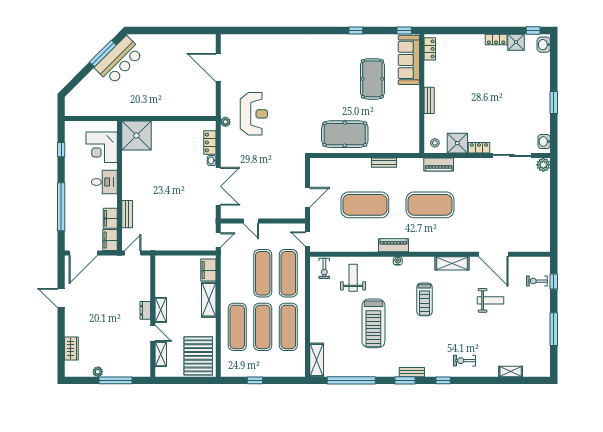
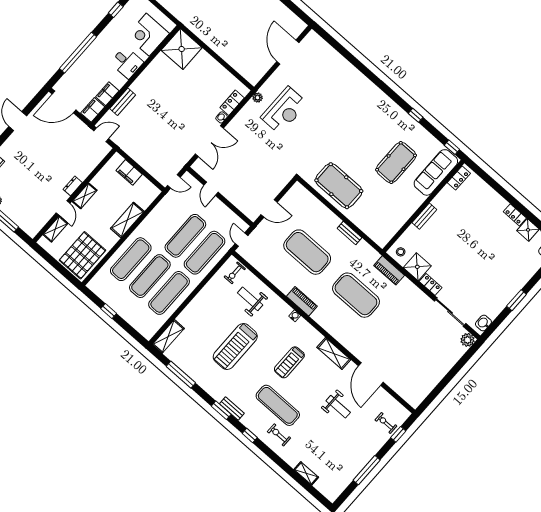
filing cabinet: (208, 270) -> (129, 172), moved, turned -90
weight bench: (353, 278) -> (250, 299), turned -90
exercise mat: (444, 339) -> (278, 405), added
window: (351, 380) -> (181, 375), width x0.68

